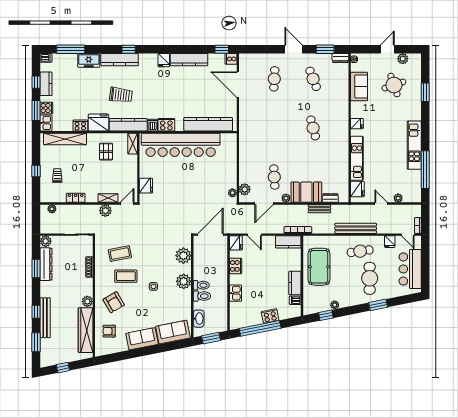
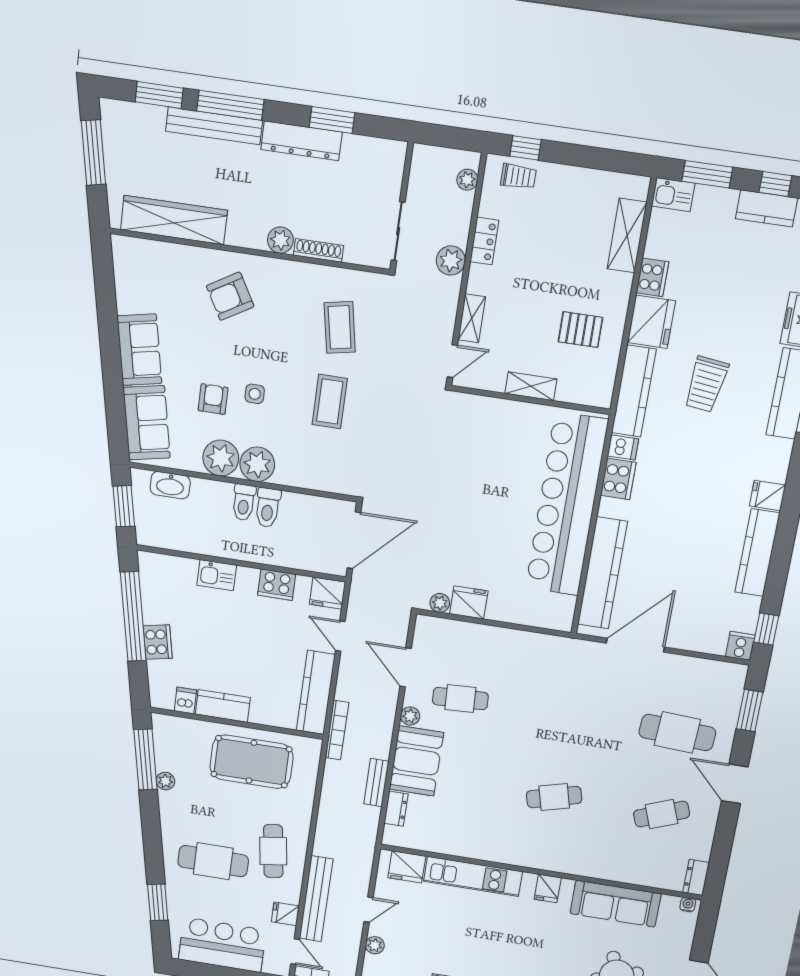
door: (294, 49) -> (735, 784), swing flipped
window: (325, 49) -> (750, 710), moved
cafe table: (274, 79) -> (677, 732), width x1.37, depth x1.35
door: (238, 85) -> (635, 645), moved
sofa: (359, 86) -> (616, 904), width x1.36
cooker: (46, 108) -> (708, 201), removed
shelving: (65, 139) -> (627, 236), width x0.68
shelving: (133, 144) -> (531, 386), moved
window: (36, 171) -> (525, 148), moved
trolley: (57, 176) -> (518, 176), moved
fridge: (146, 186) -> (469, 602), moved, turned 180
plant: (245, 189) -> (443, 630), removed
door: (127, 203) -> (452, 361), hinge flipped
plant: (105, 211) -> (451, 261), moved
bench: (356, 228) -> (316, 899), moved
door: (210, 235) -> (354, 540), hinge flipped
door: (254, 235) -> (340, 636), hinge flipped
door: (408, 235) -> (295, 952), swing flipped
plant: (46, 241) -> (393, 153), removed
kitchen counter: (288, 242) -> (316, 693), width x1.50
plant: (183, 256) -> (221, 458), moved
dresser: (46, 264) -> (301, 141), moved
coffee table: (126, 276) -> (330, 401), moved
toilet: (202, 296) -> (268, 508), moved
plant: (87, 301) -> (280, 240), moved
window: (378, 305) -> (158, 902), moved
window: (36, 312) -> (230, 105), width x2.17
window: (326, 315) -> (145, 759), width x2.17
armchair: (109, 331) -> (213, 399), moved
window: (63, 368) -> (93, 153), width x2.17

